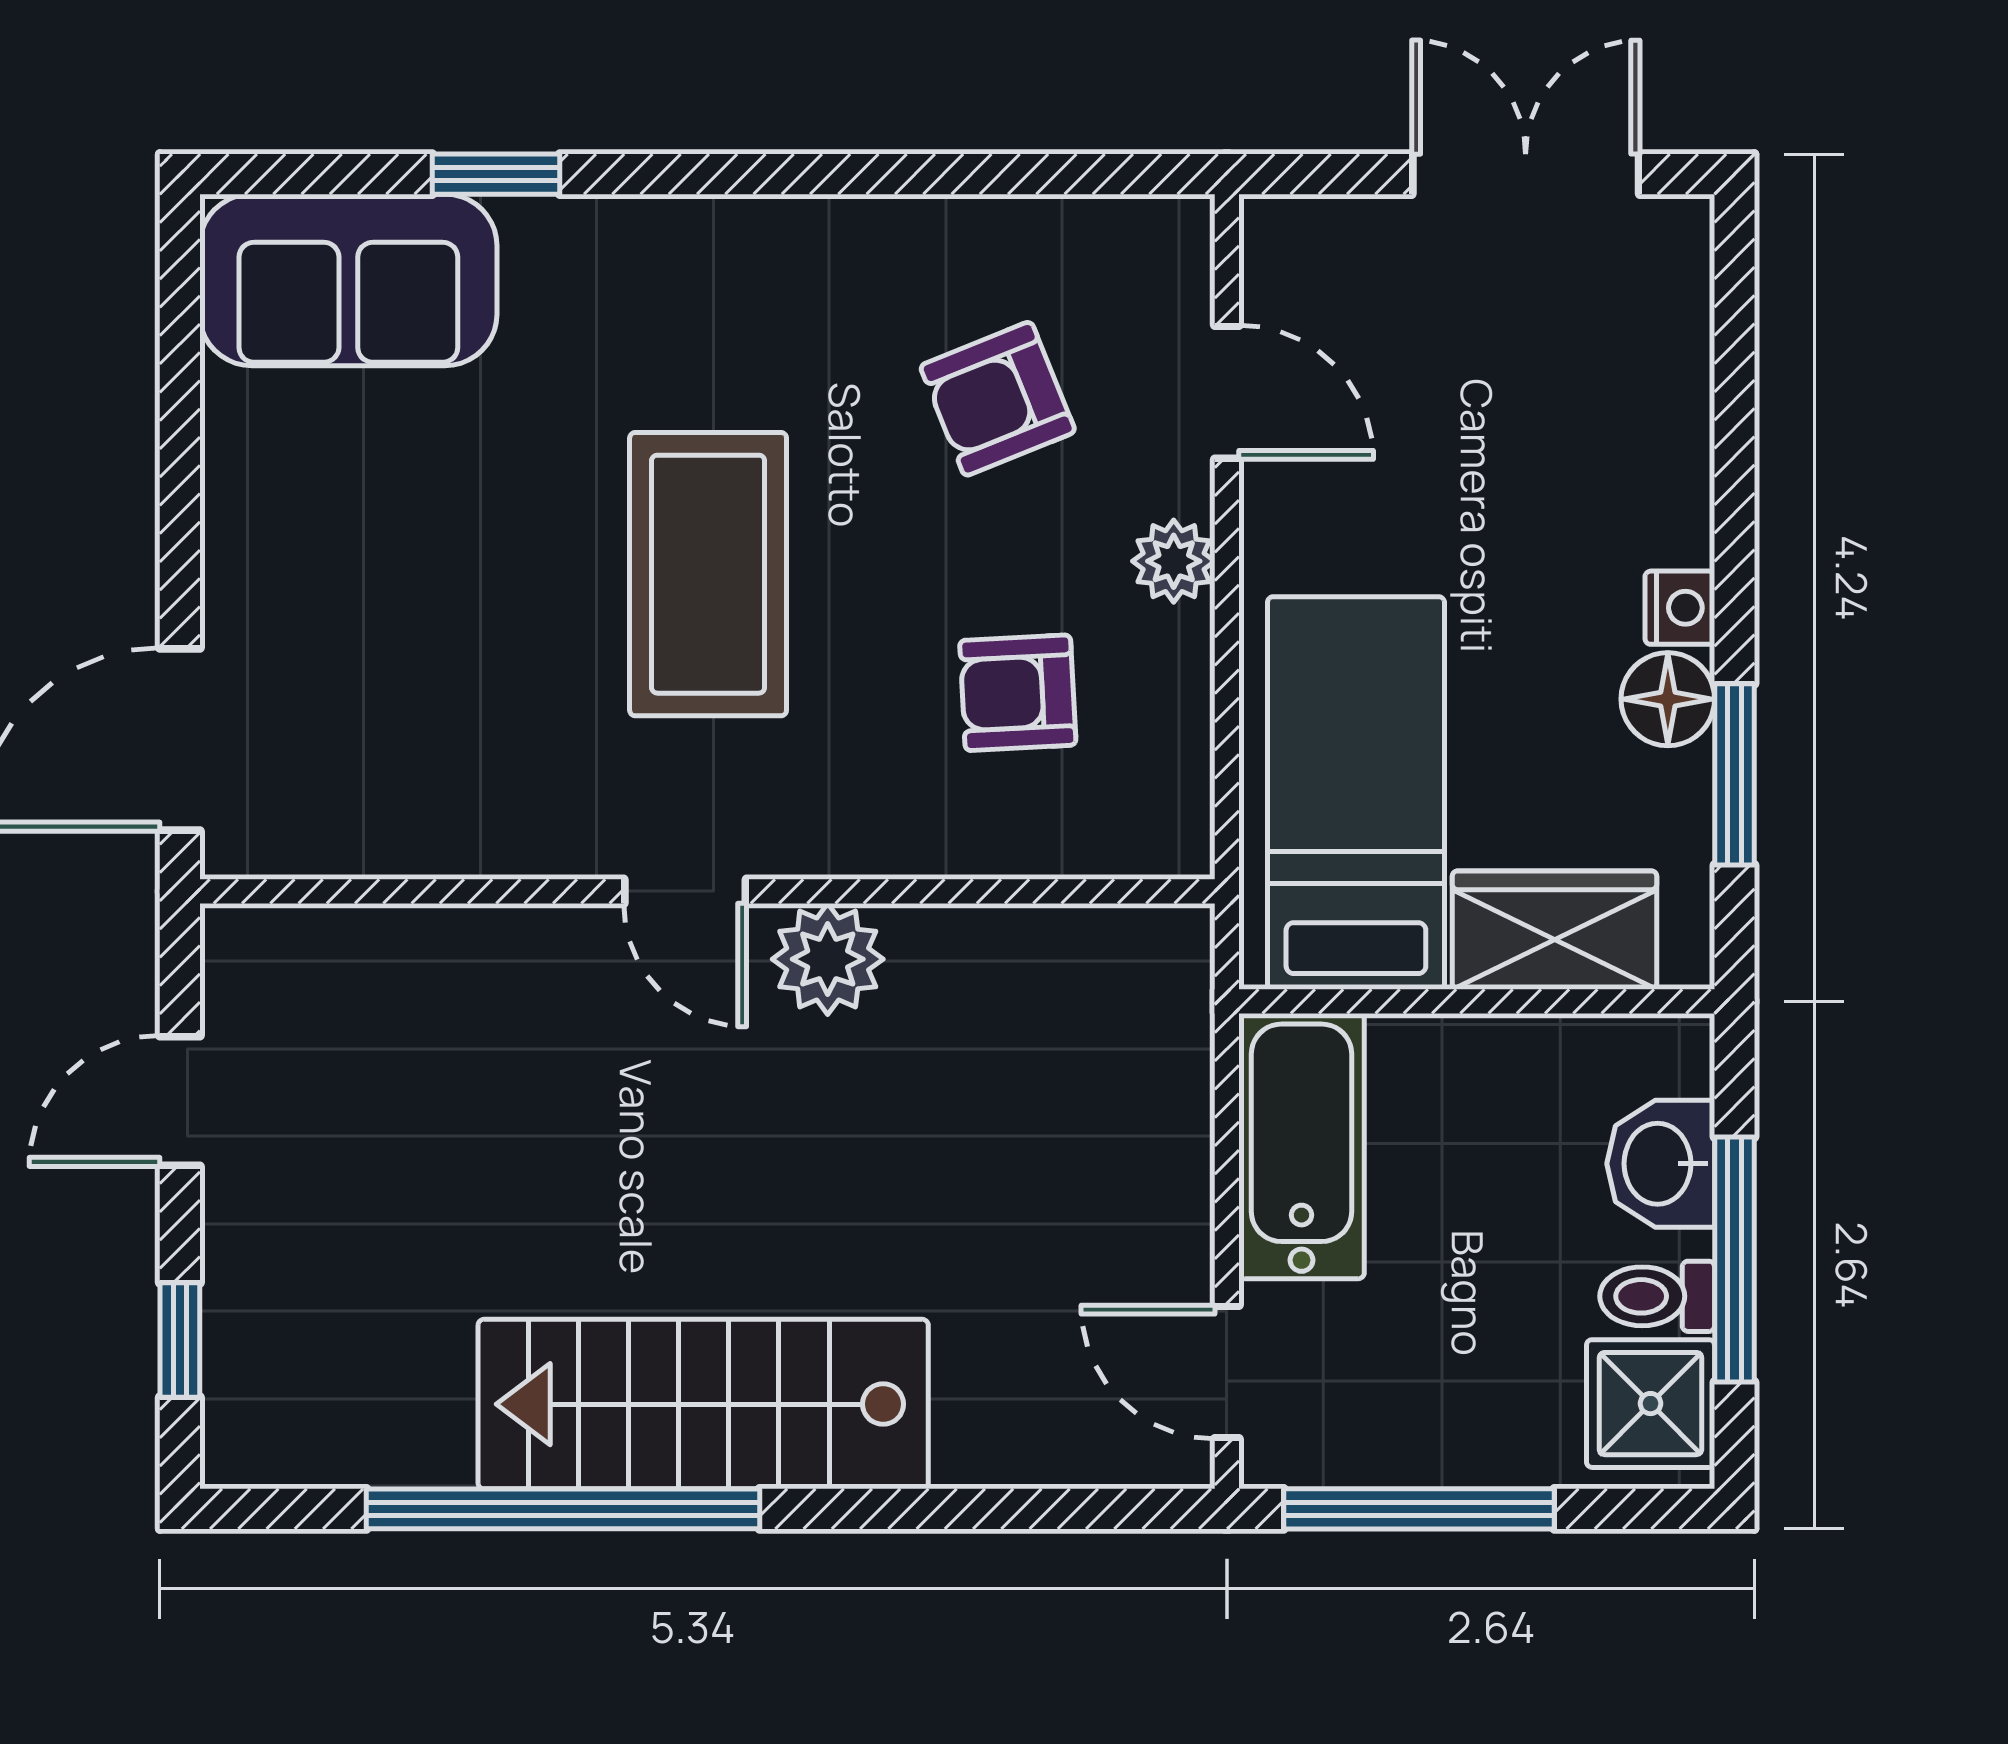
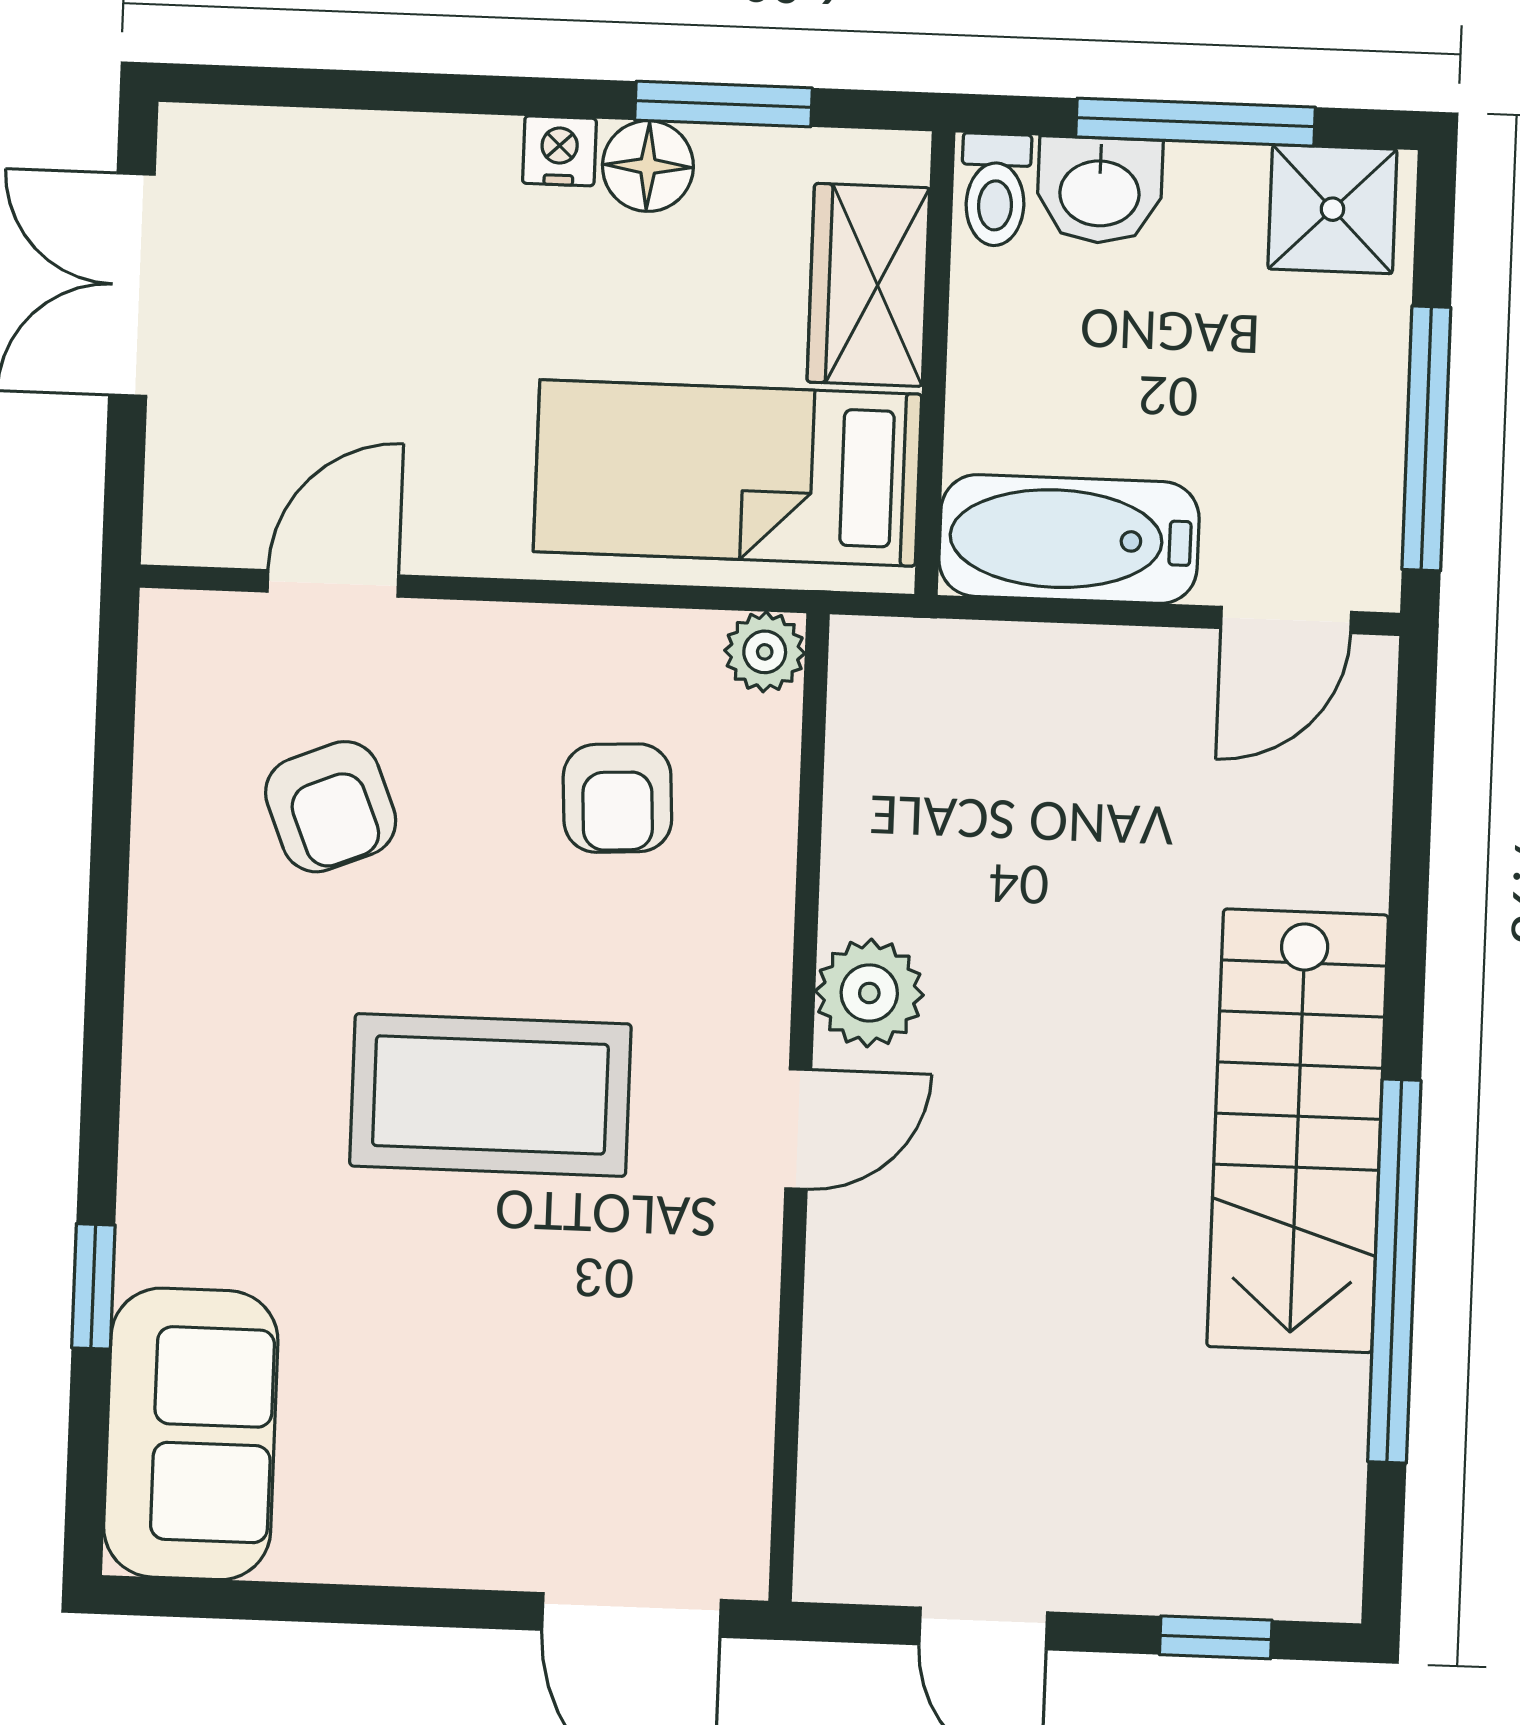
plant: (1174, 561) -> (765, 652), moved
toilet: (1657, 1296) -> (996, 190), moved

